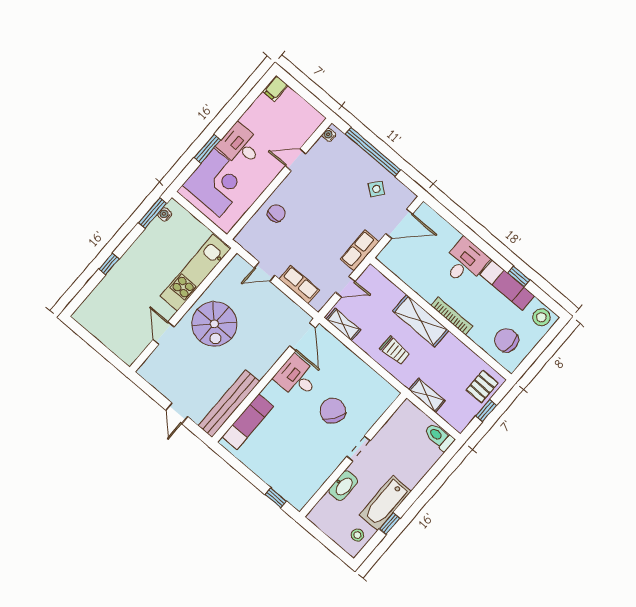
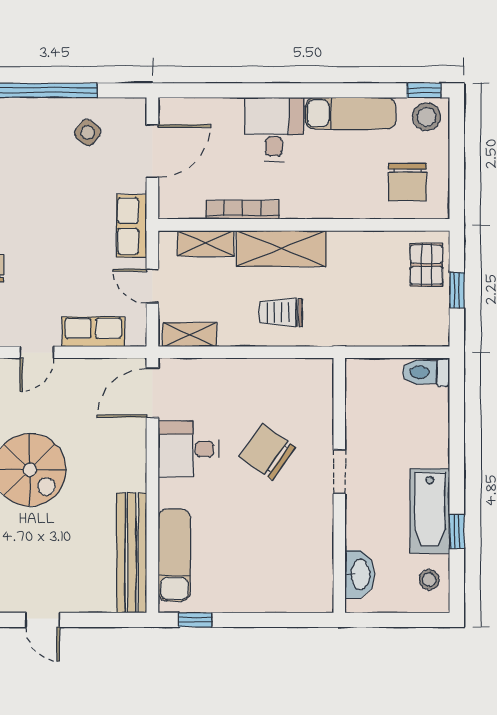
window: (519, 276) -> (424, 90), moved
door: (345, 287) -> (152, 286), swing flipped
bookcase: (452, 316) -> (242, 210), moved
door: (303, 337) -> (152, 393), swing flipped
chair: (506, 340) -> (408, 182), turned -90
trolley: (395, 351) -> (281, 312), turned 180
shelving: (427, 395) -> (206, 243), moved
door: (177, 413) -> (43, 620), moved
washbasin: (343, 486) -> (360, 574), moved
window: (276, 498) -> (195, 620), moved

